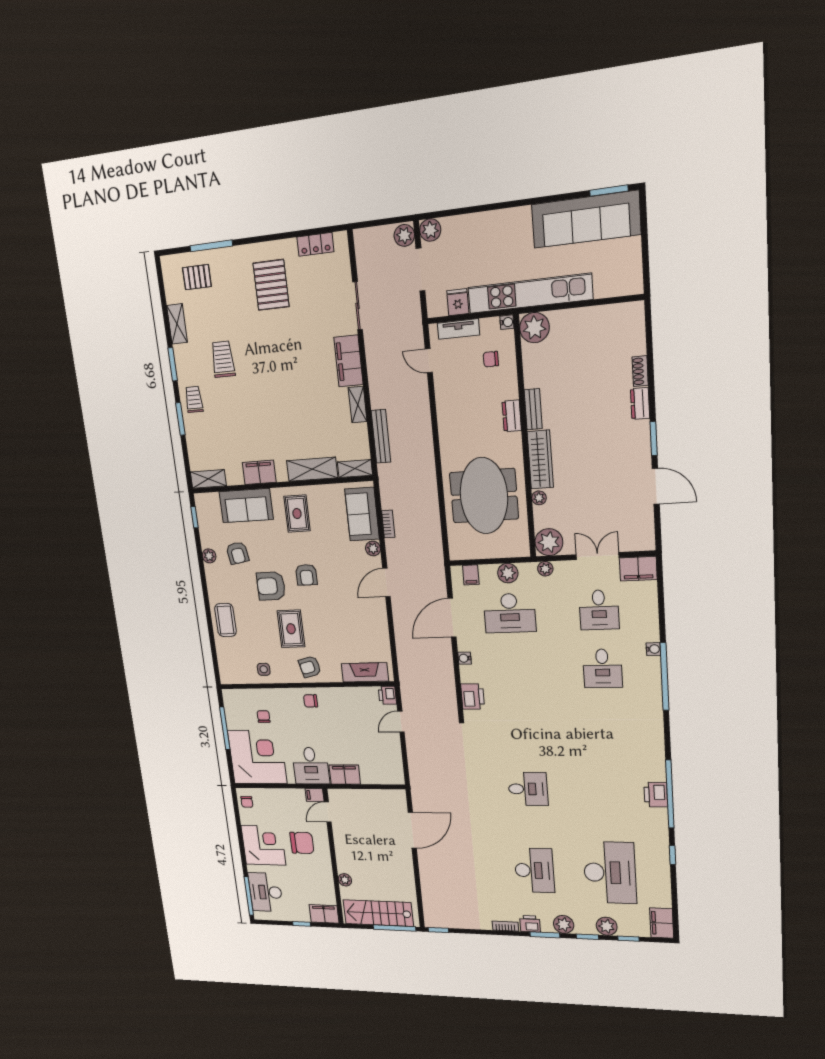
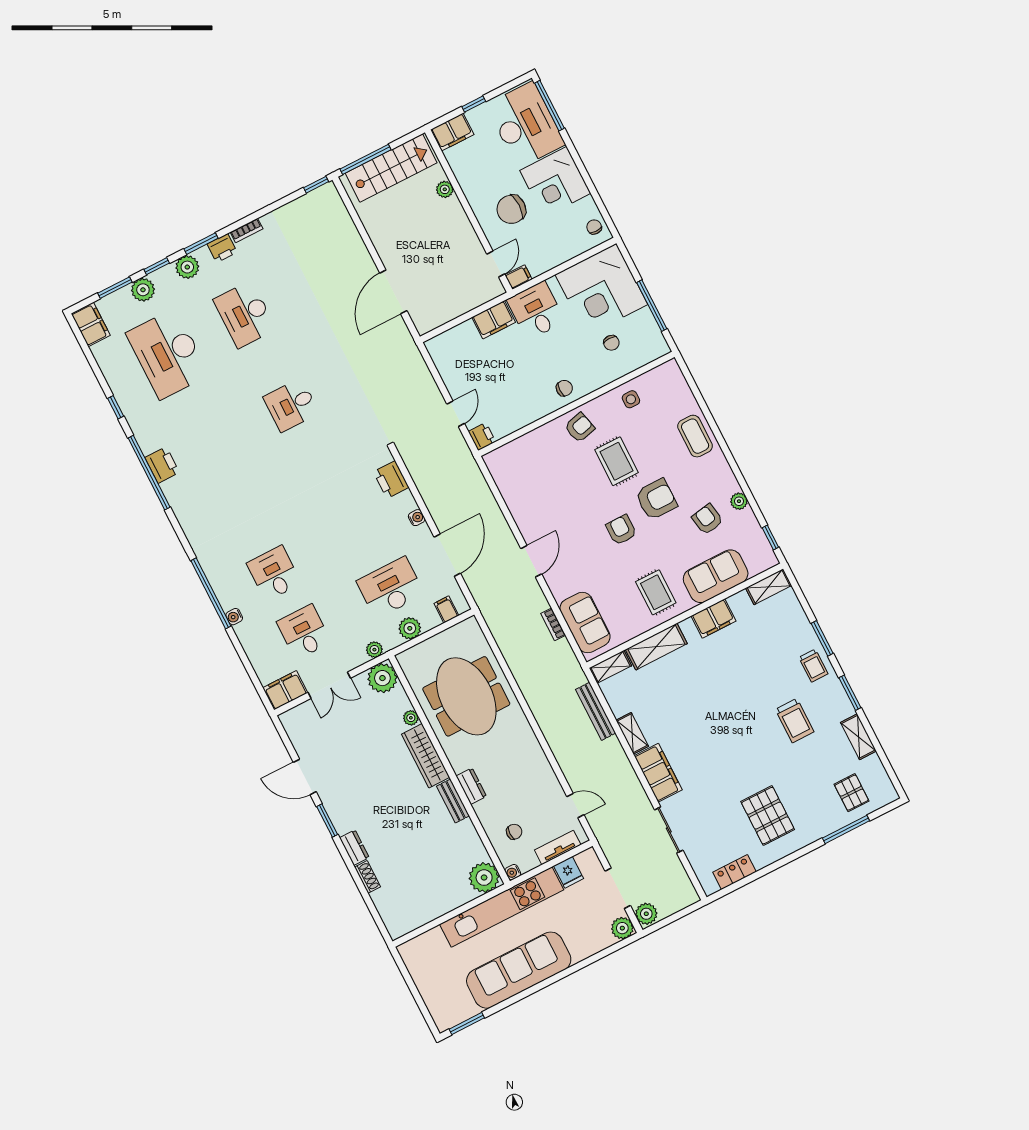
sofa: (586, 219) -> (519, 970), moved
pallet: (197, 277) -> (852, 793), turned 90
plant: (373, 548) -> (559, 591), removed
fireplace: (365, 672) -> (516, 451), removed
desk: (266, 892) -> (525, 125), width x1.36, depth x1.30
window: (628, 939) -> (115, 288), width x1.50

